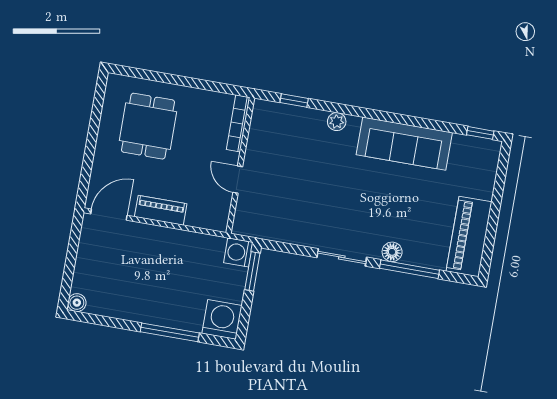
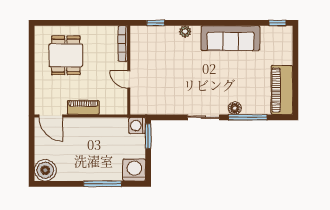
door: (109, 215) -> (51, 116), swing flipped
boiler: (77, 303) -> (45, 170), width x1.86, depth x1.86

